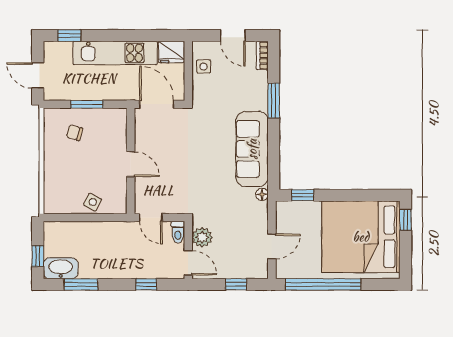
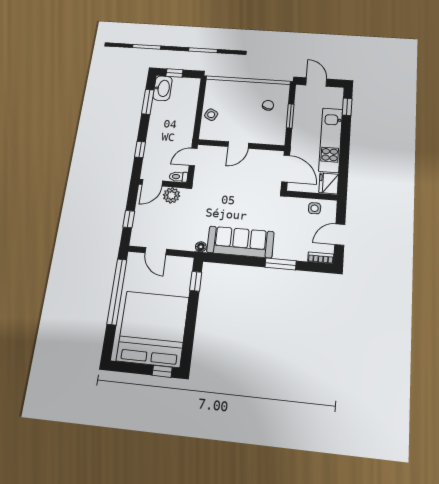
door: (38, 75) -> (316, 82), hinge flipped
door: (157, 104) -> (286, 169), hinge flipped

